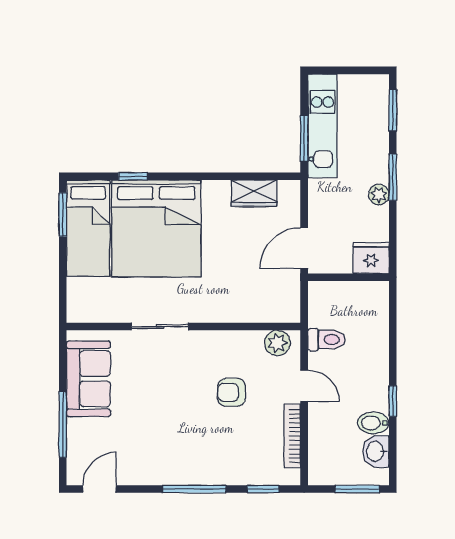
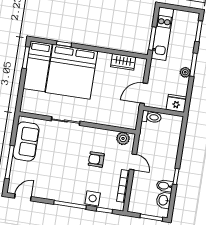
toilet: (327, 340) -> (151, 117), moved
side table: (236, 470) -> (93, 198), added

